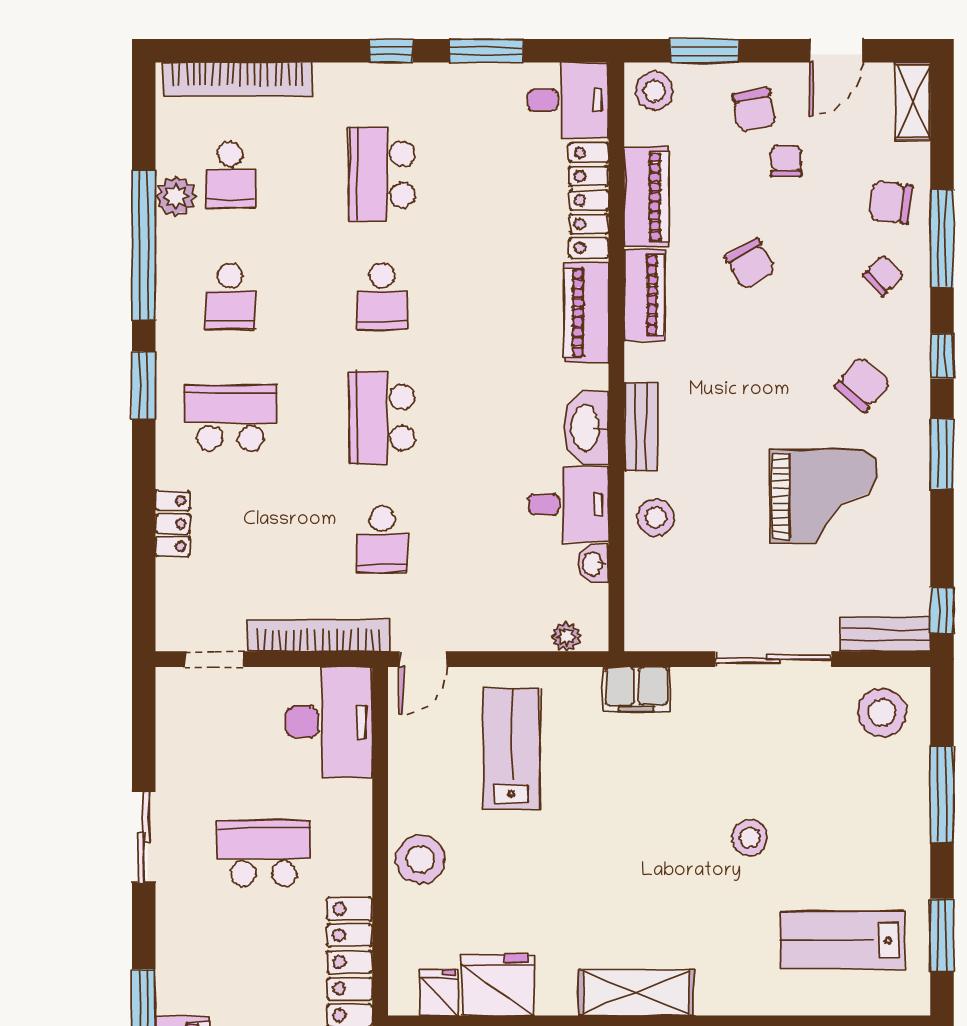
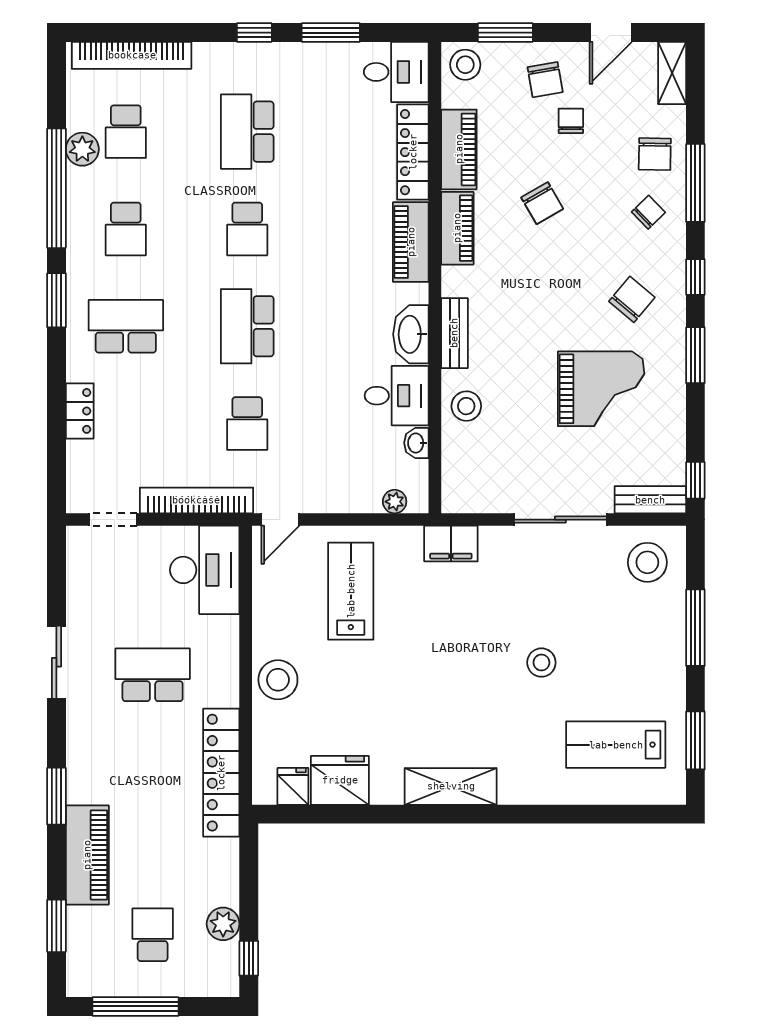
chair: (891, 203) -> (655, 154), turned -96

